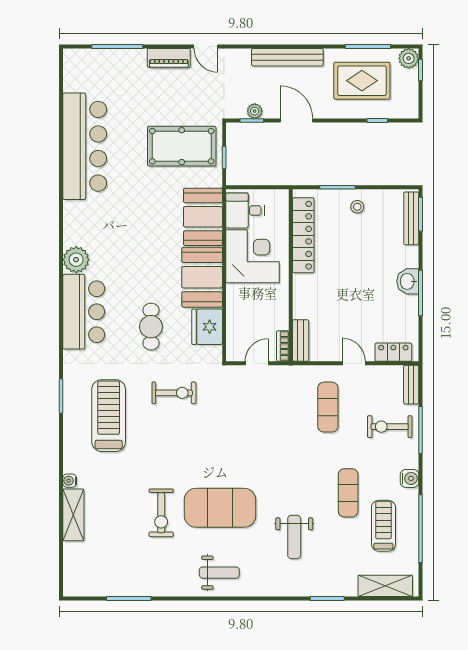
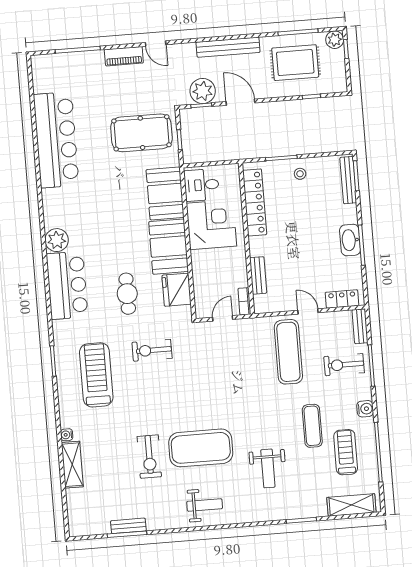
plant: (255, 111) -> (203, 91), width x1.88, depth x1.88
washbasin: (408, 281) -> (350, 240), width x1.38
bench: (301, 340) -> (258, 275), moved
exercise bike: (174, 393) -> (152, 350), turned 180
exercise mat: (328, 407) -> (288, 352), width x1.36, depth x1.45
bench: (131, 589) -> (128, 526), added

